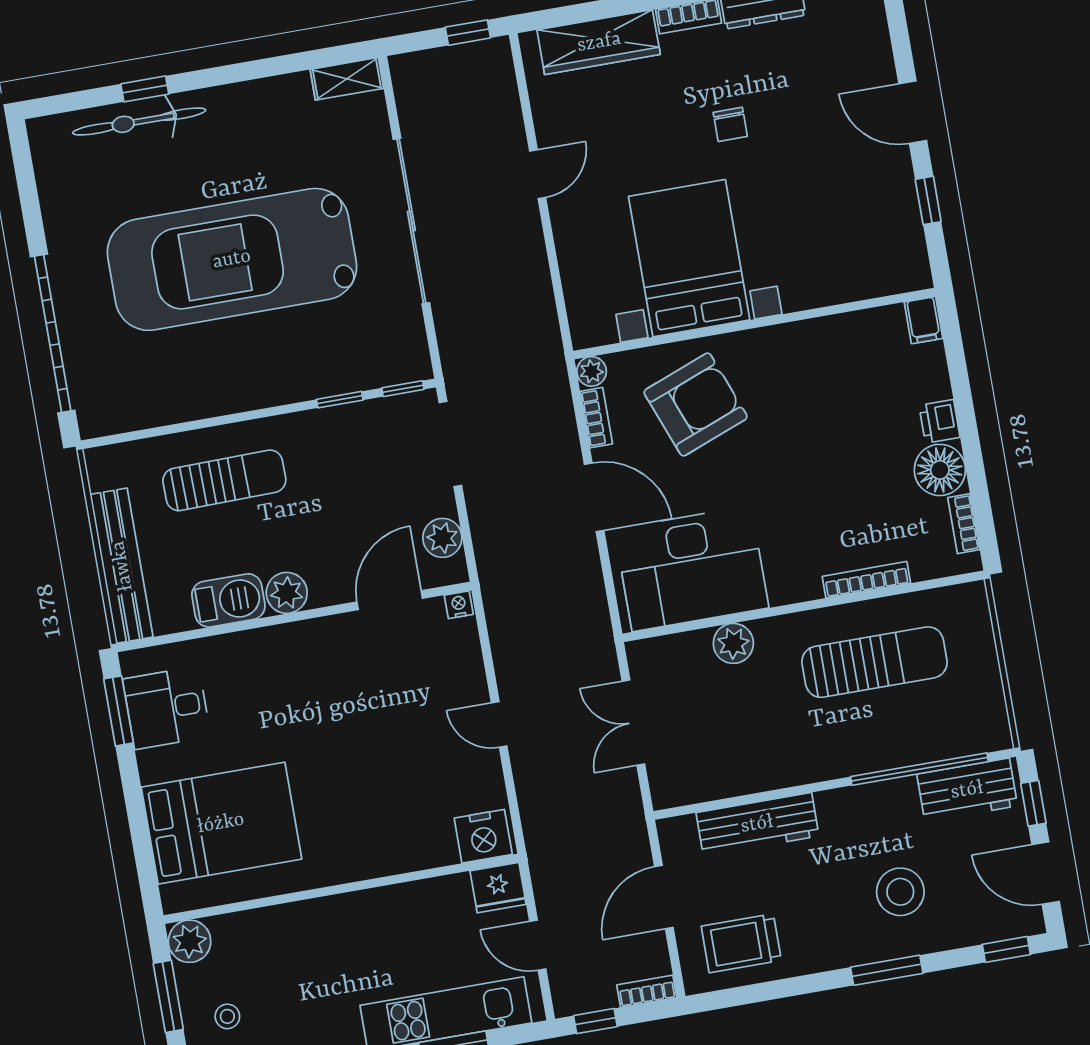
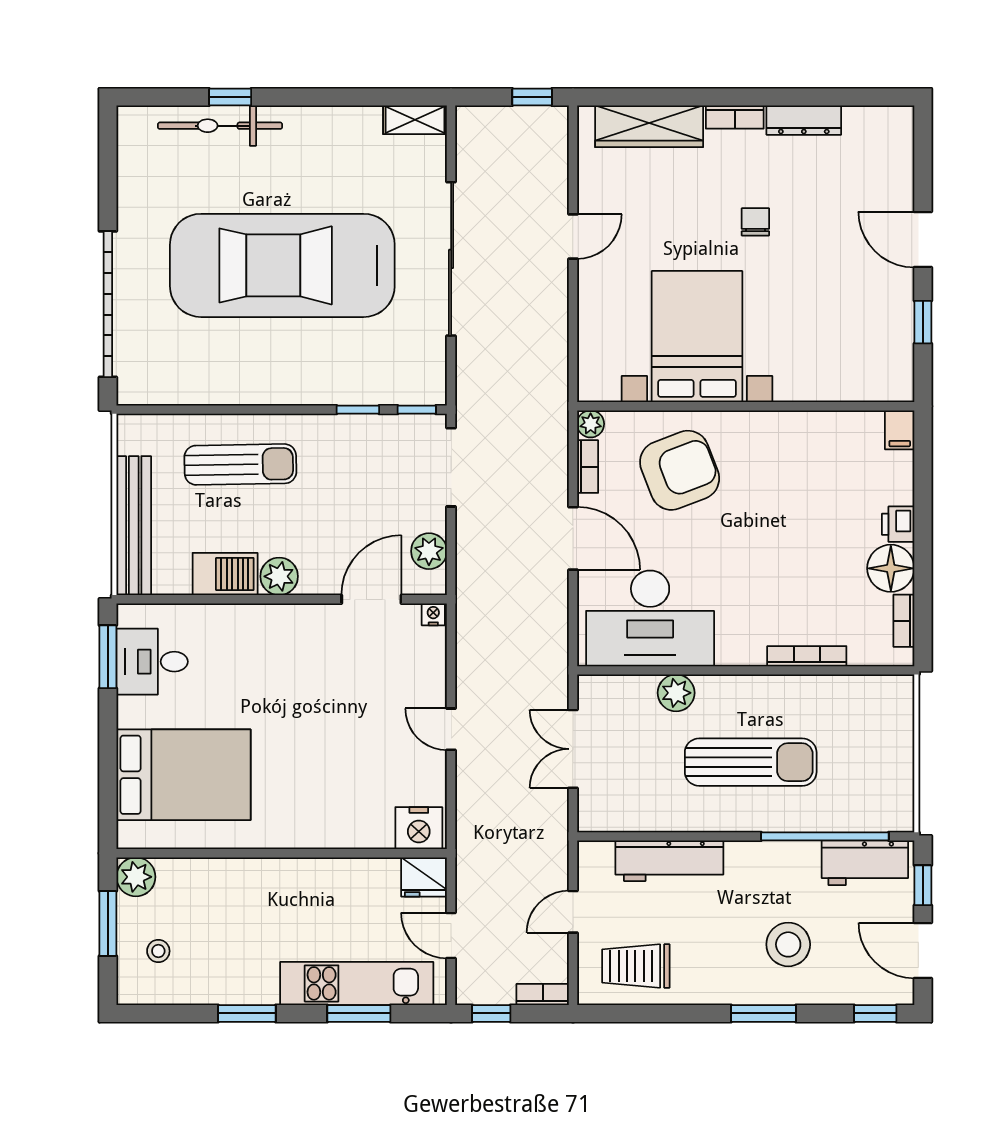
chair: (730, 124) -> (755, 222), turned 180
sun lounger: (874, 662) -> (751, 762), moved
door: (664, 897) -> (573, 912), width x0.73

